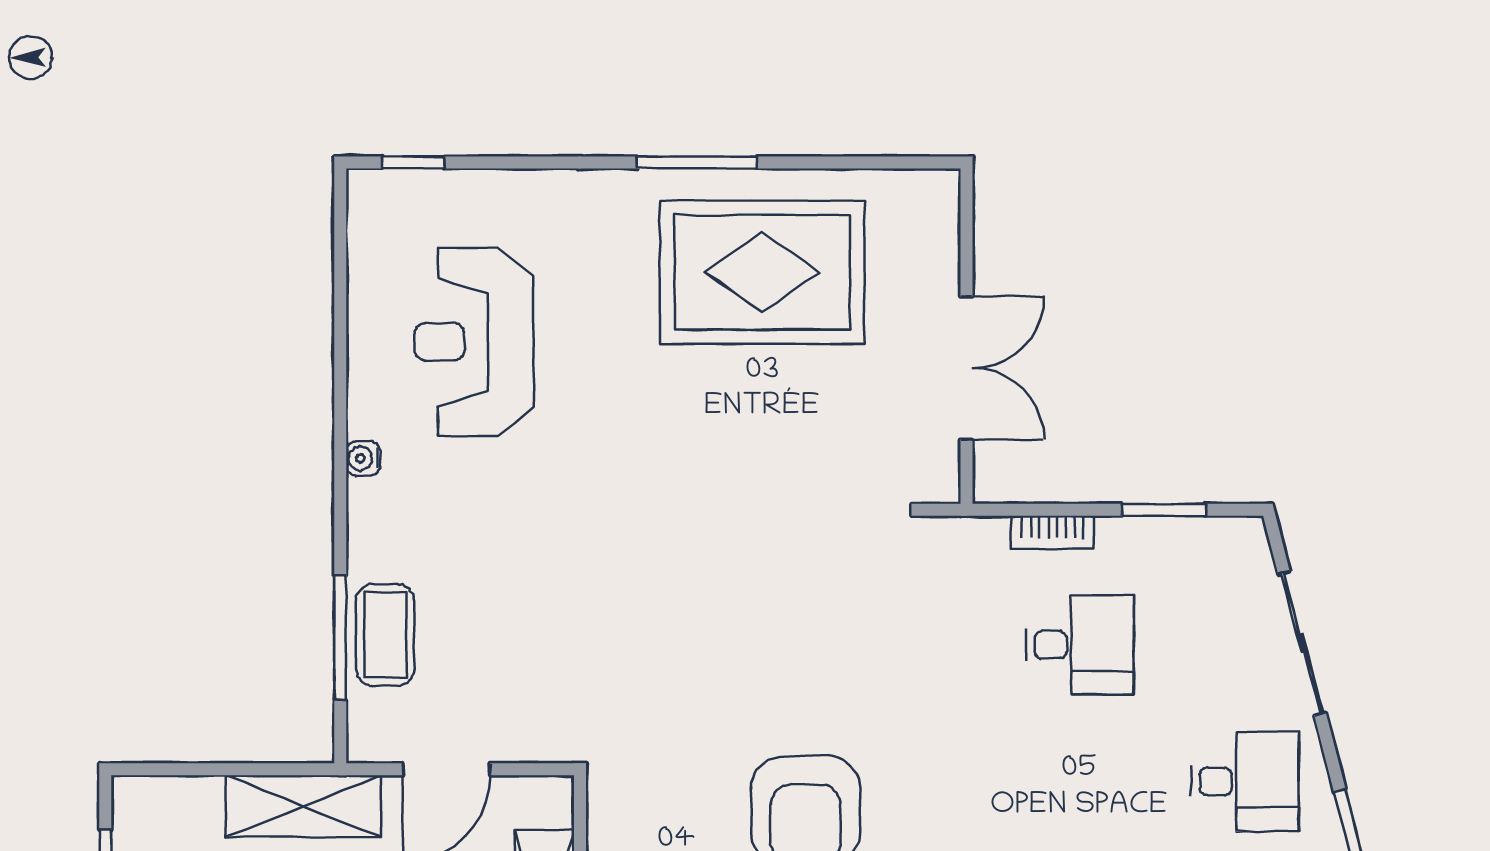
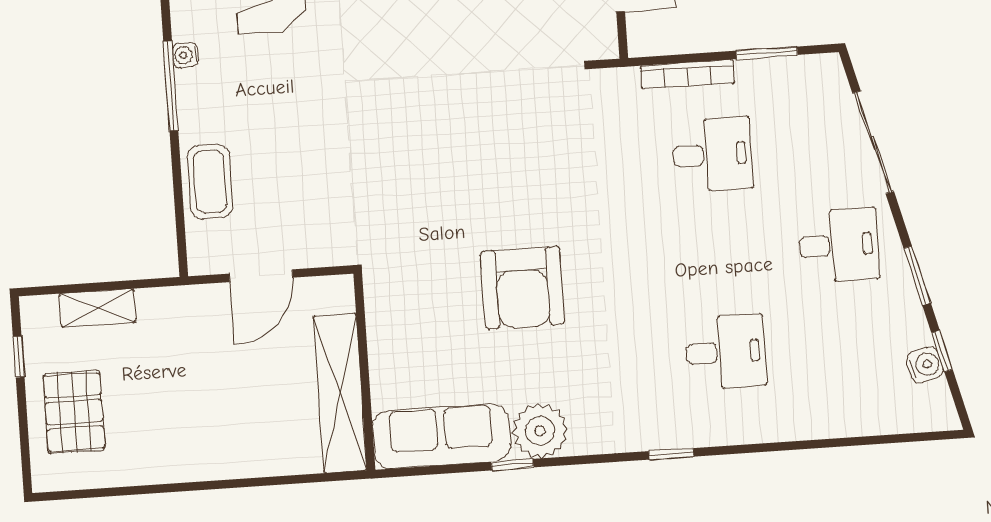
bookcase: (1053, 532) -> (687, 74), width x1.56
window: (340, 637) -> (171, 86), moved
shelving: (303, 806) -> (98, 308), moved, width x0.67, depth x0.75

